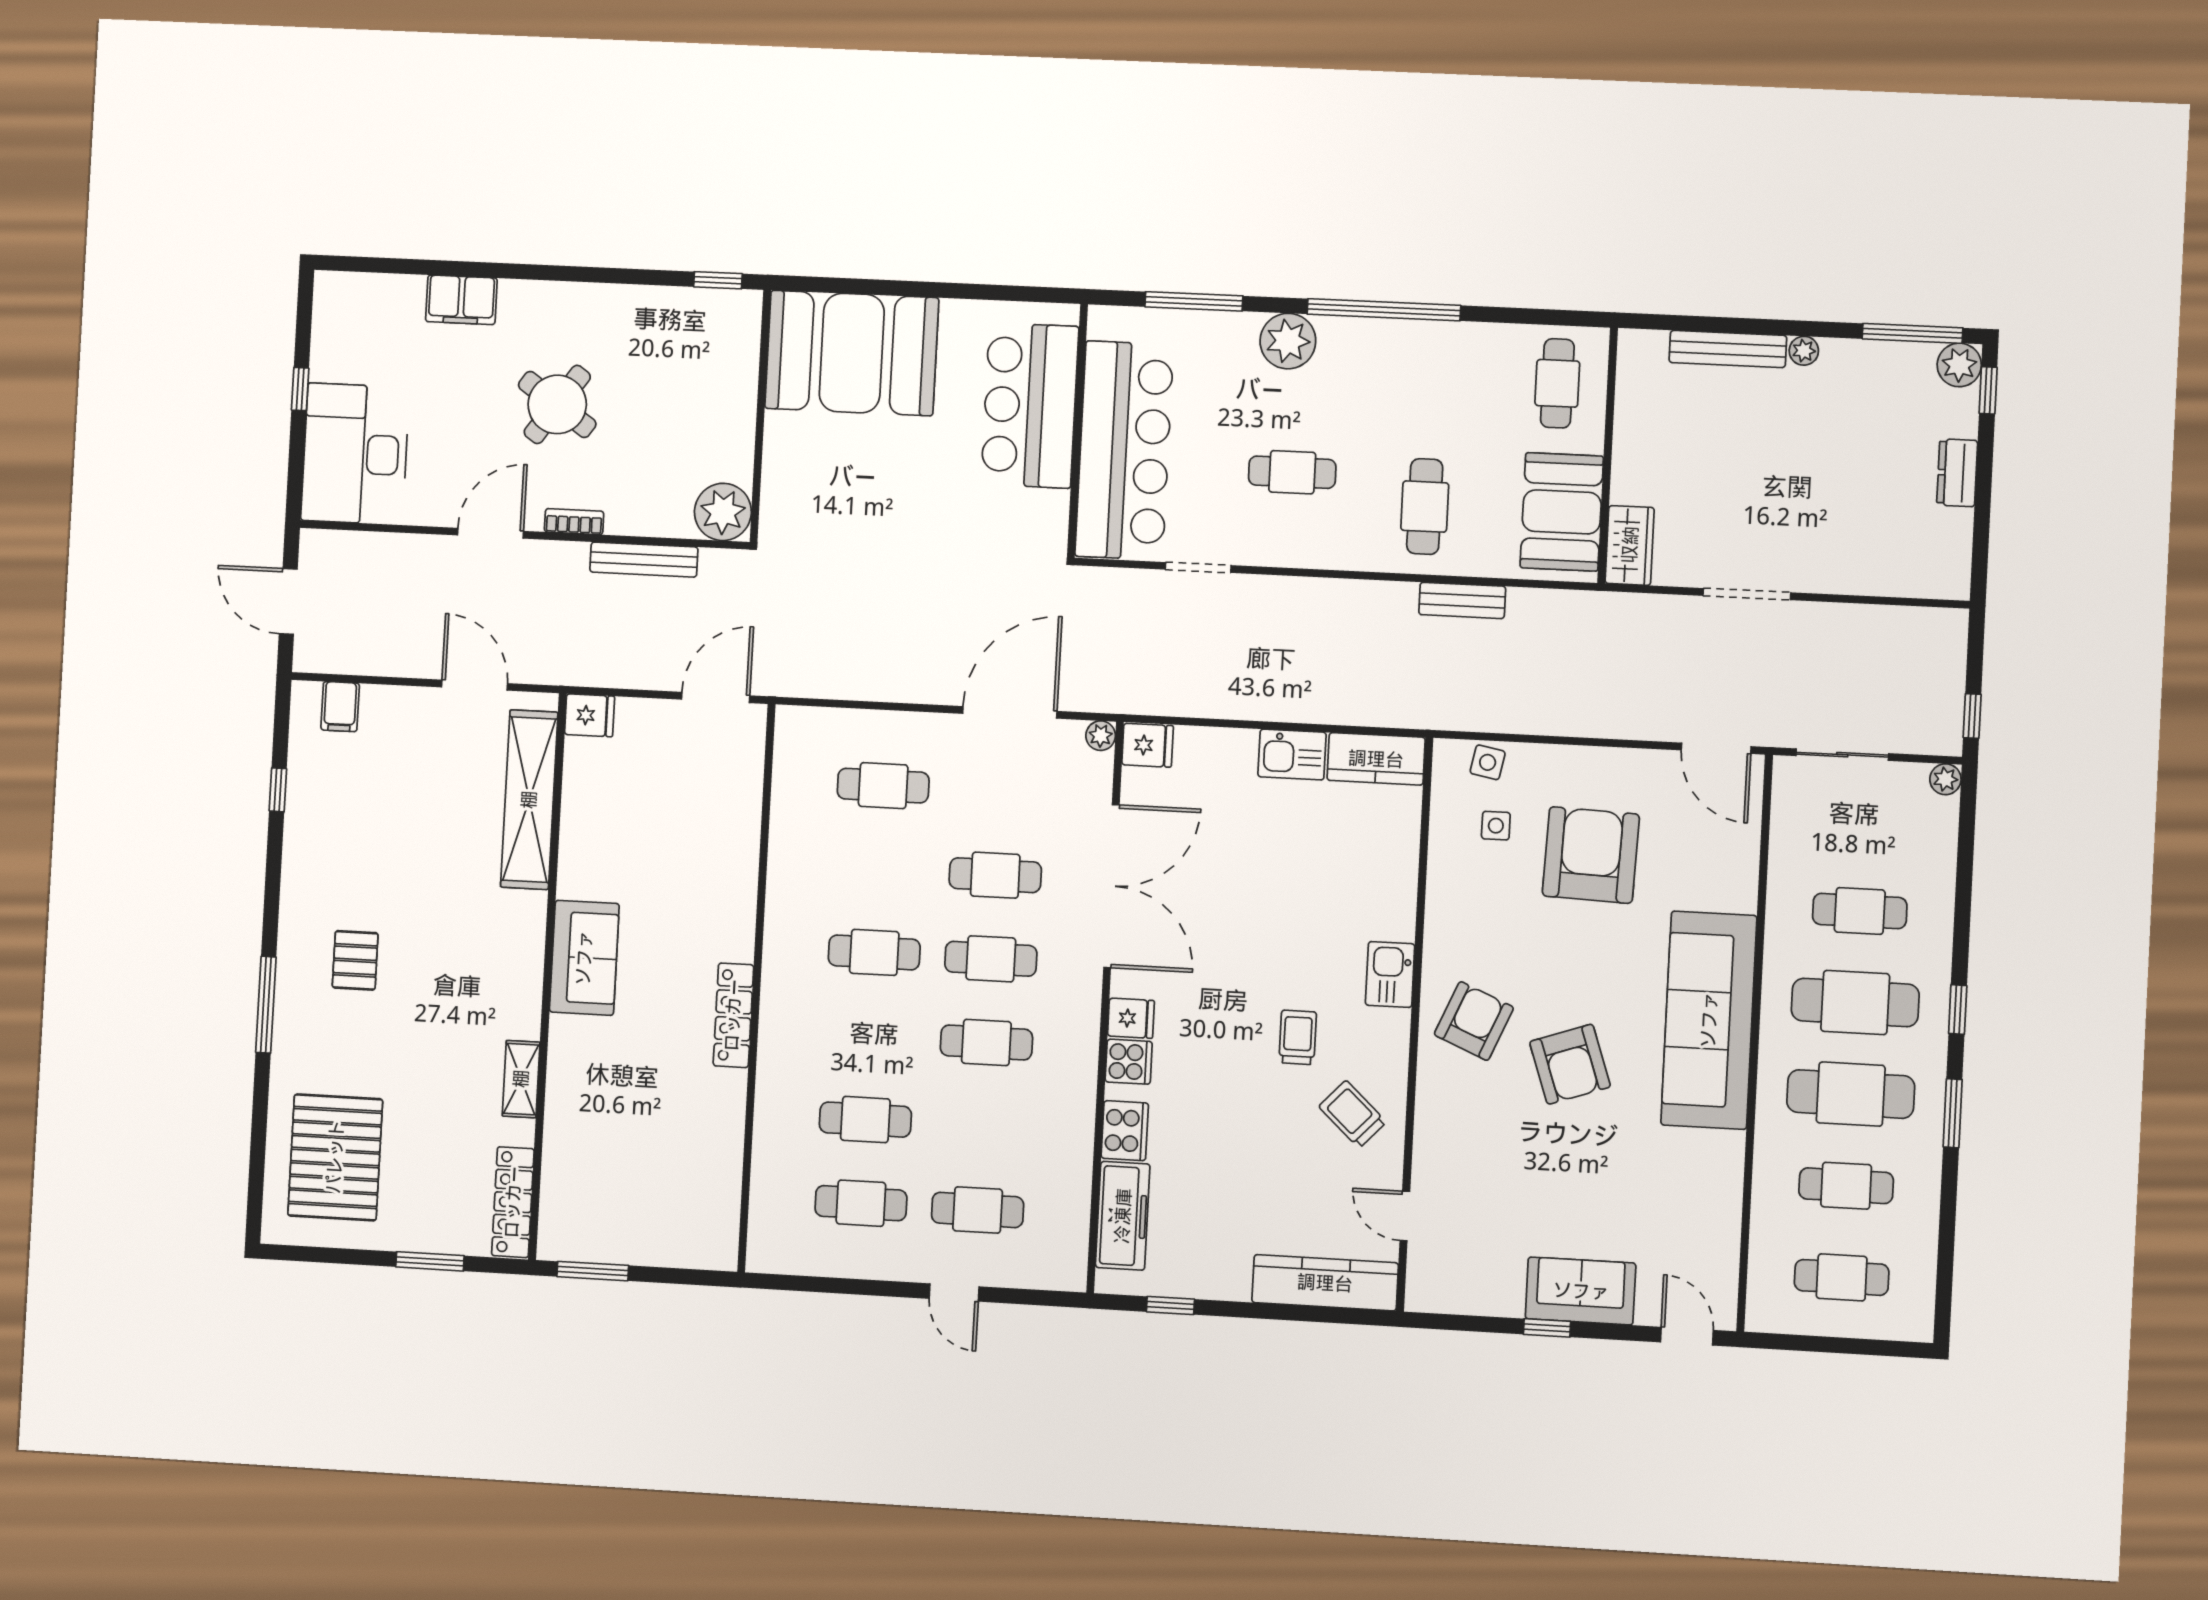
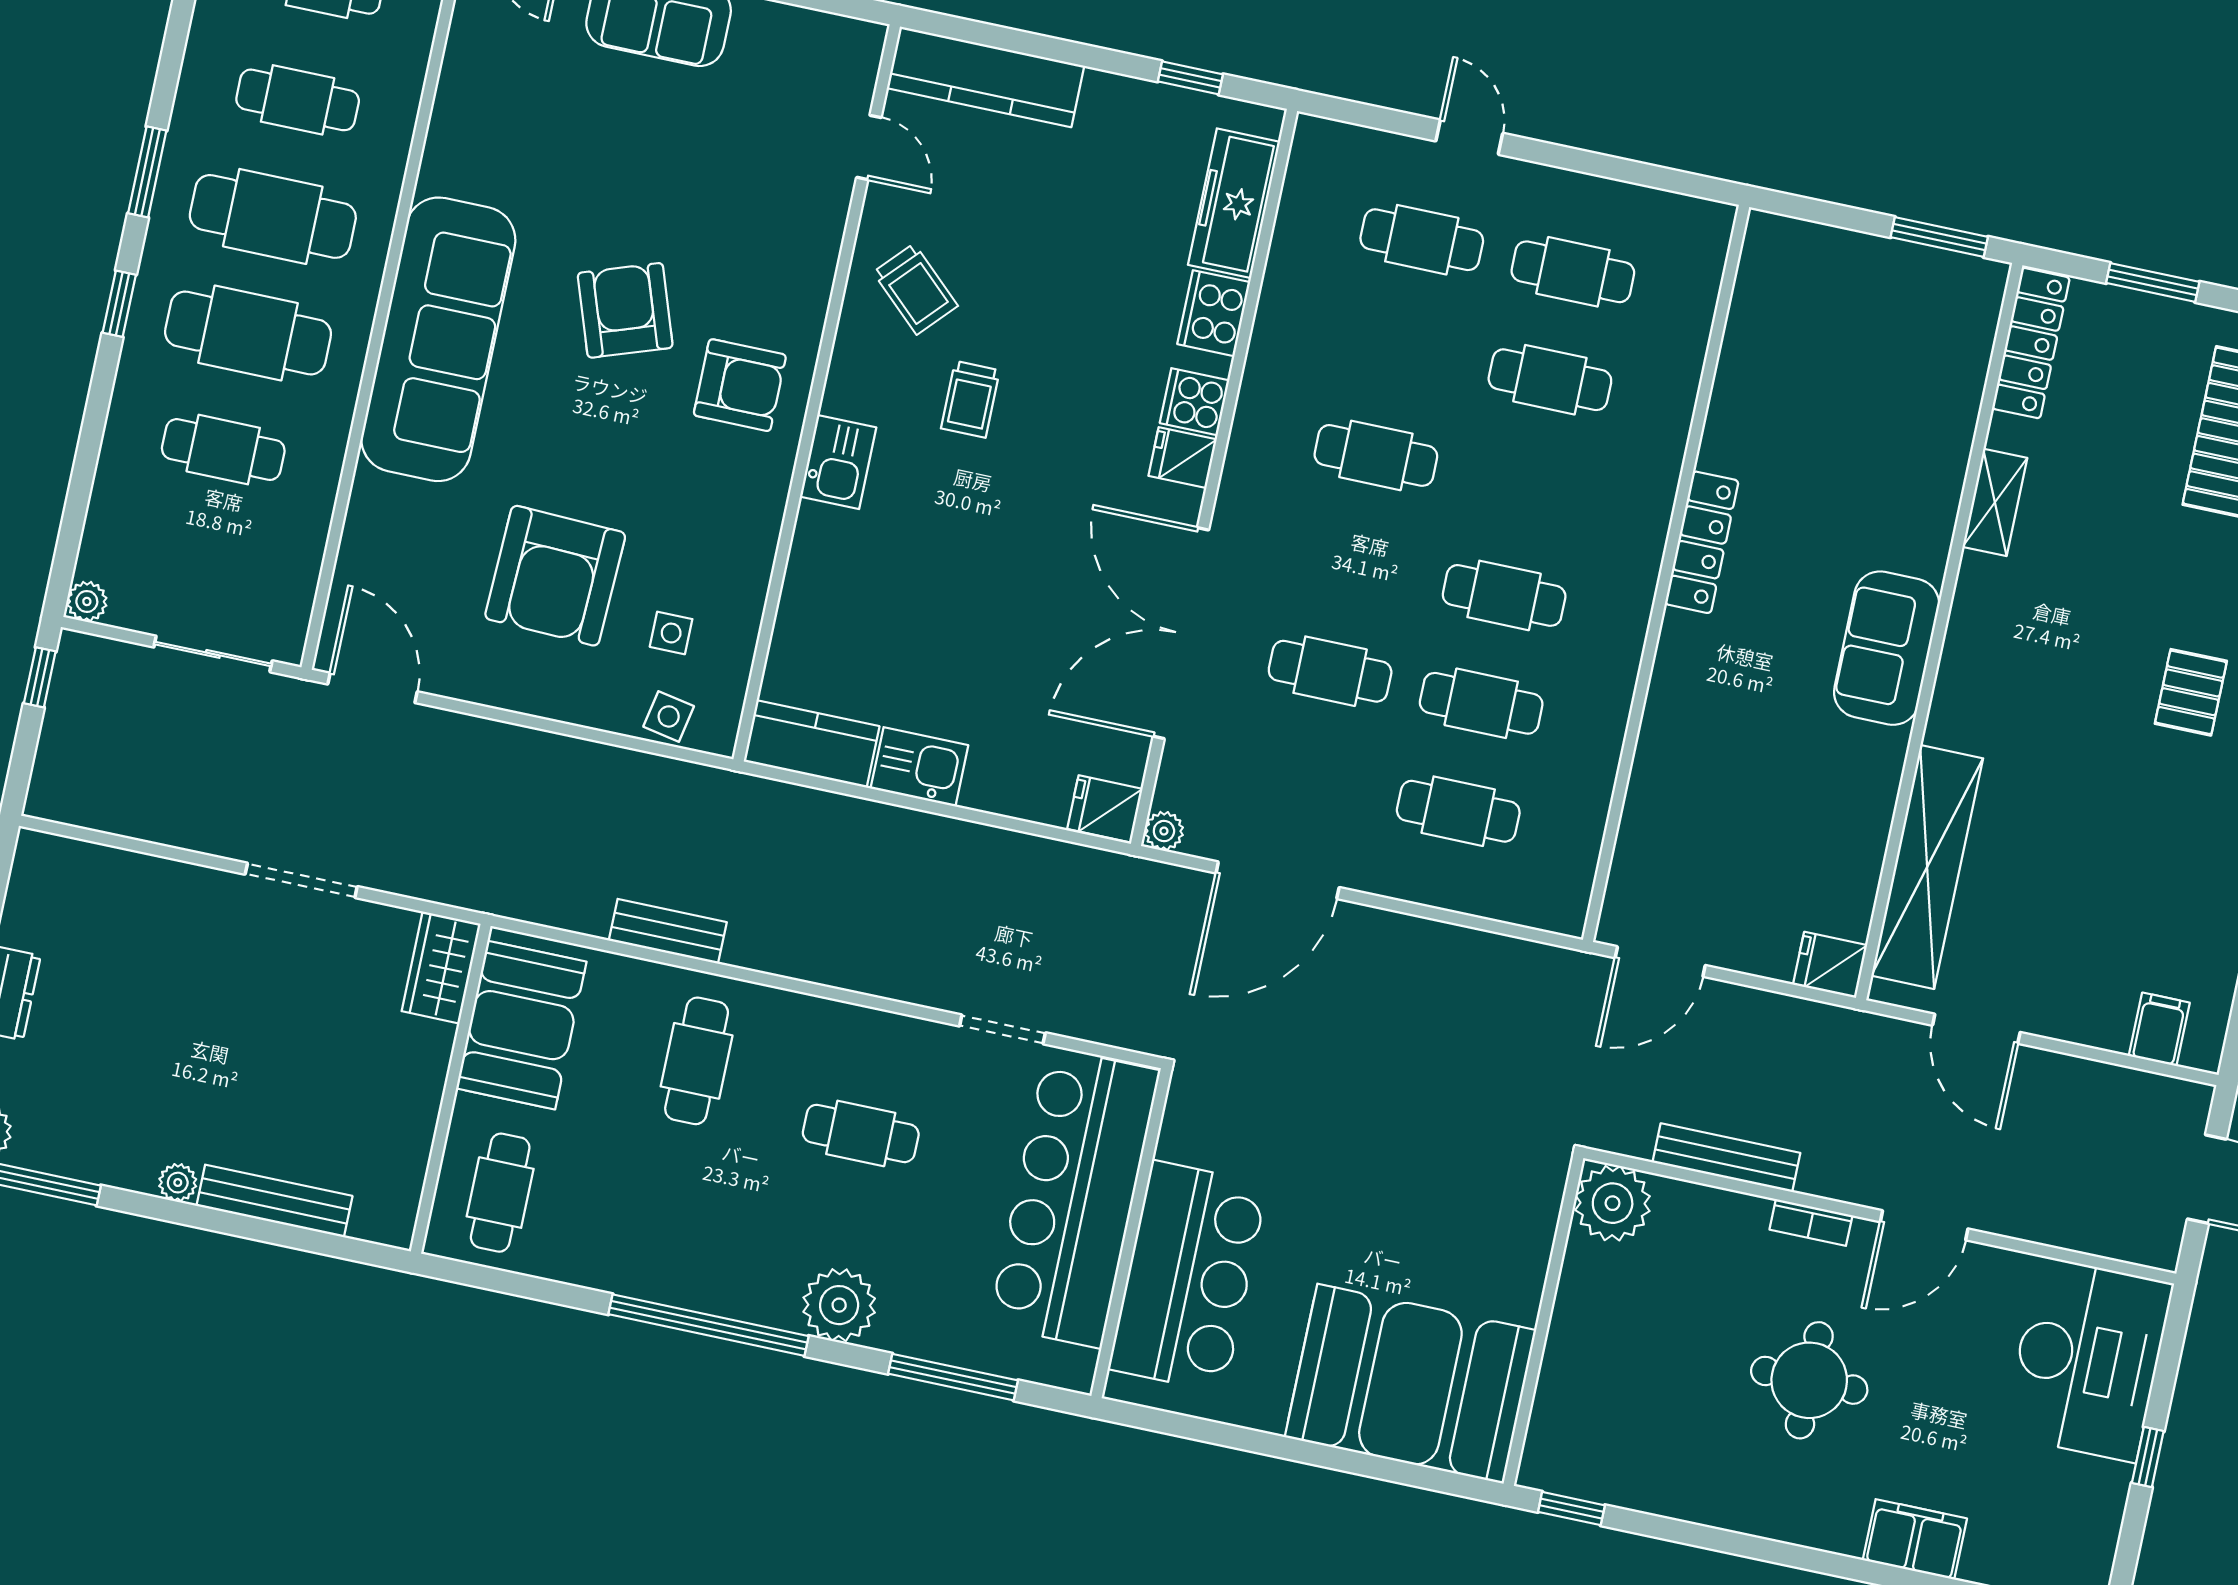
round table: (557, 404) -> (1809, 1380), turned -35
cafe table: (991, 959) -> (1481, 703), moved
armchair: (1474, 1021) -> (740, 385), turned -113

